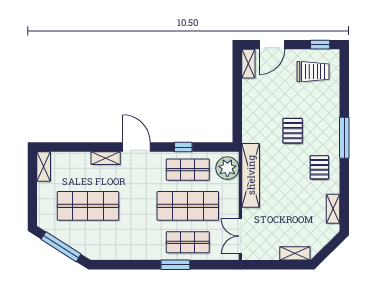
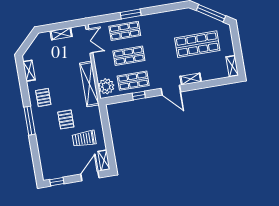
trolley: (313, 72) -> (84, 139), moved
shop shelf: (188, 206) -> (129, 56), width x0.70, depth x0.74
shelving: (295, 253) -> (61, 34), moved

